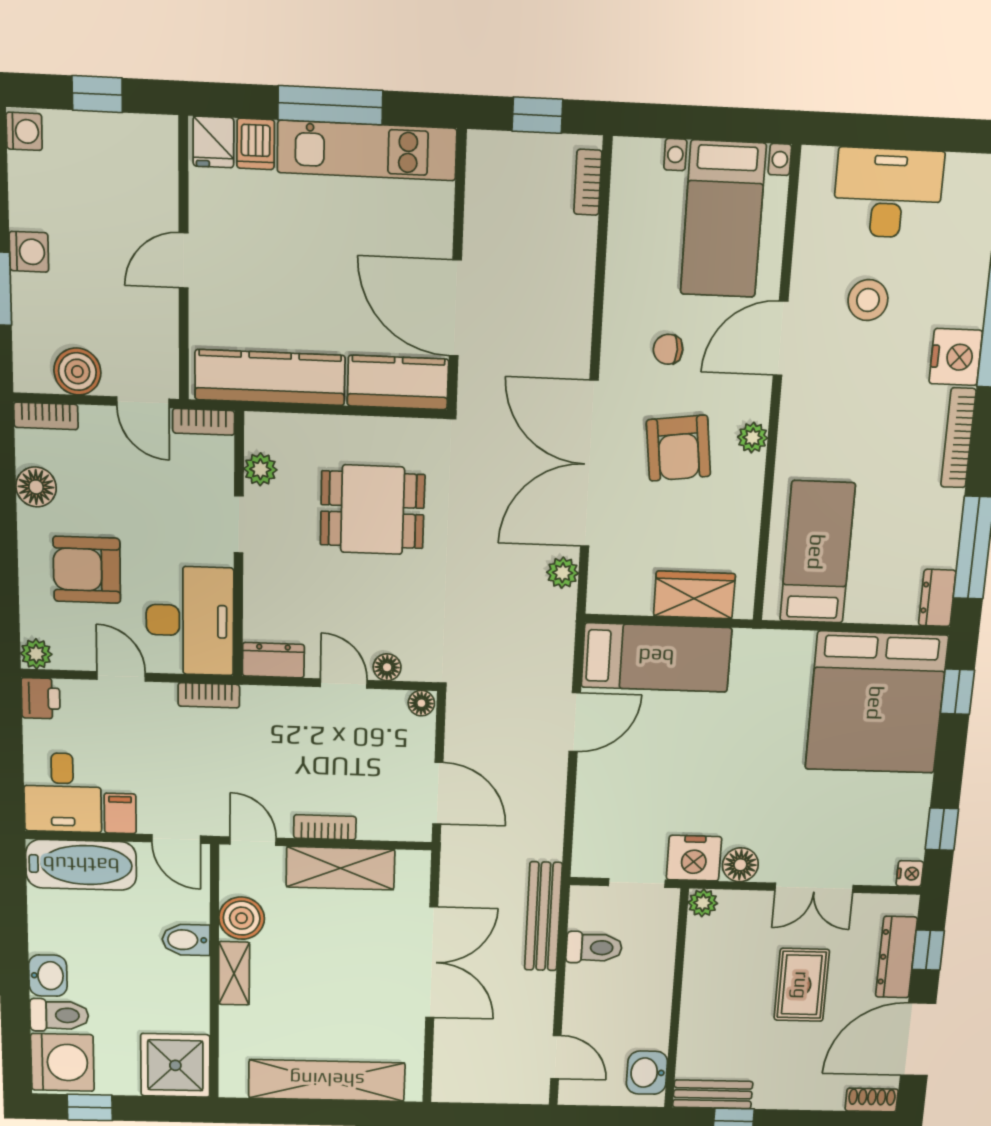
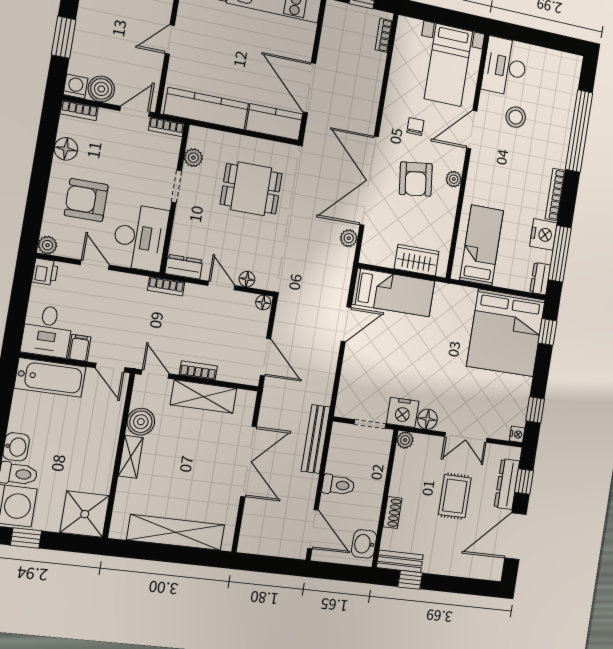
desk: (888, 193) -> (505, 66), moved, turned -90
washing machine: (29, 252) -> (76, 86), moved, turned -90
chair: (668, 349) -> (415, 126), turned 90
nightstand: (956, 357) -> (543, 234), moved
door: (143, 402) -> (135, 111), swing flipped
bookcase: (209, 695) -> (166, 286), moved
bidet: (186, 940) -> (105, 432), removed
toilet: (594, 947) -> (338, 485), moved
door: (556, 1057) -> (313, 529), width x1.38
shoe rack: (872, 1100) -> (392, 513), moved, turned 90

